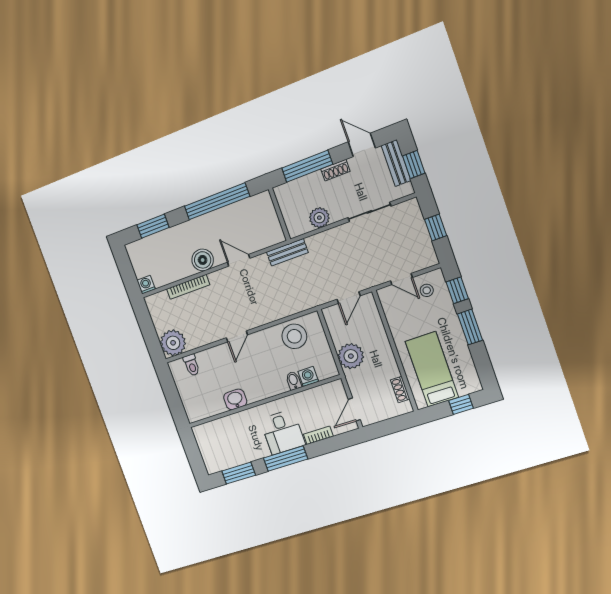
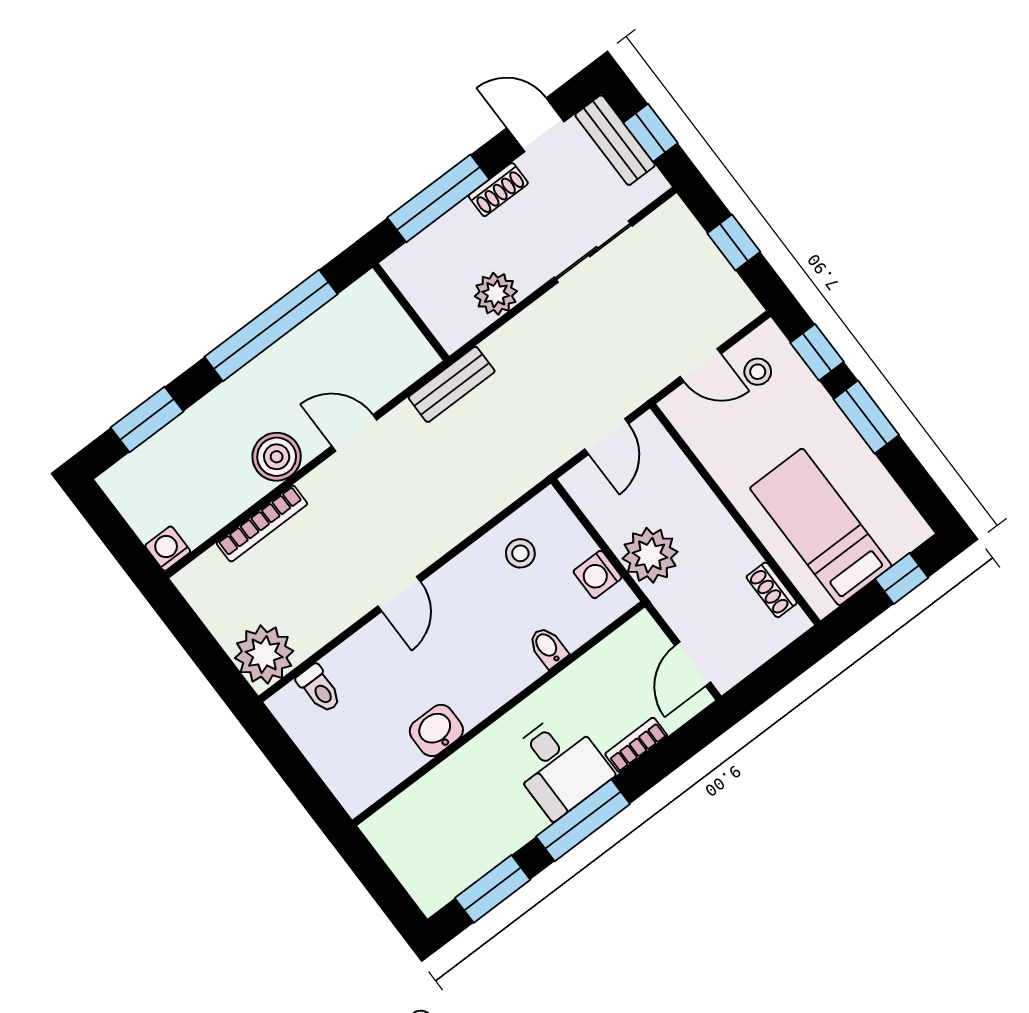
stool: (294, 336) -> (520, 553), width x0.53, depth x0.53
washing machine: (308, 376) -> (598, 575), moved, turned -90

